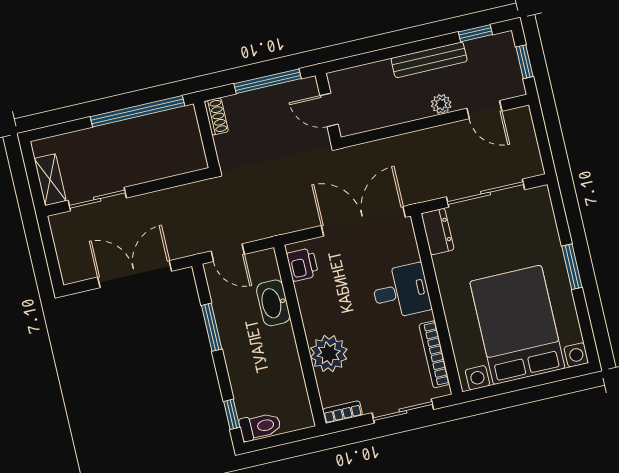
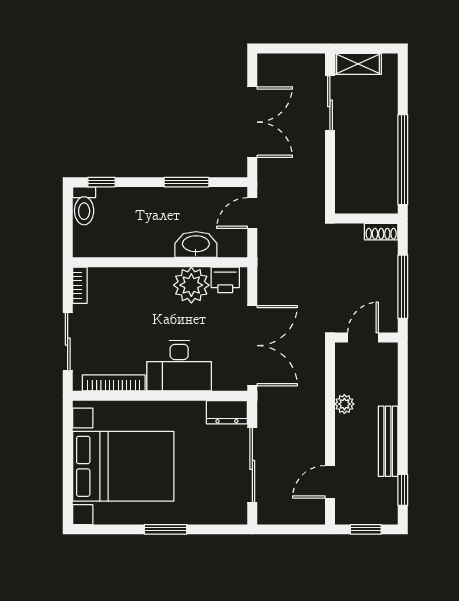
plant: (441, 104) -> (344, 404), moved
desk: (401, 291) -> (179, 366), width x1.37
plant: (329, 353) -> (191, 285), moved

